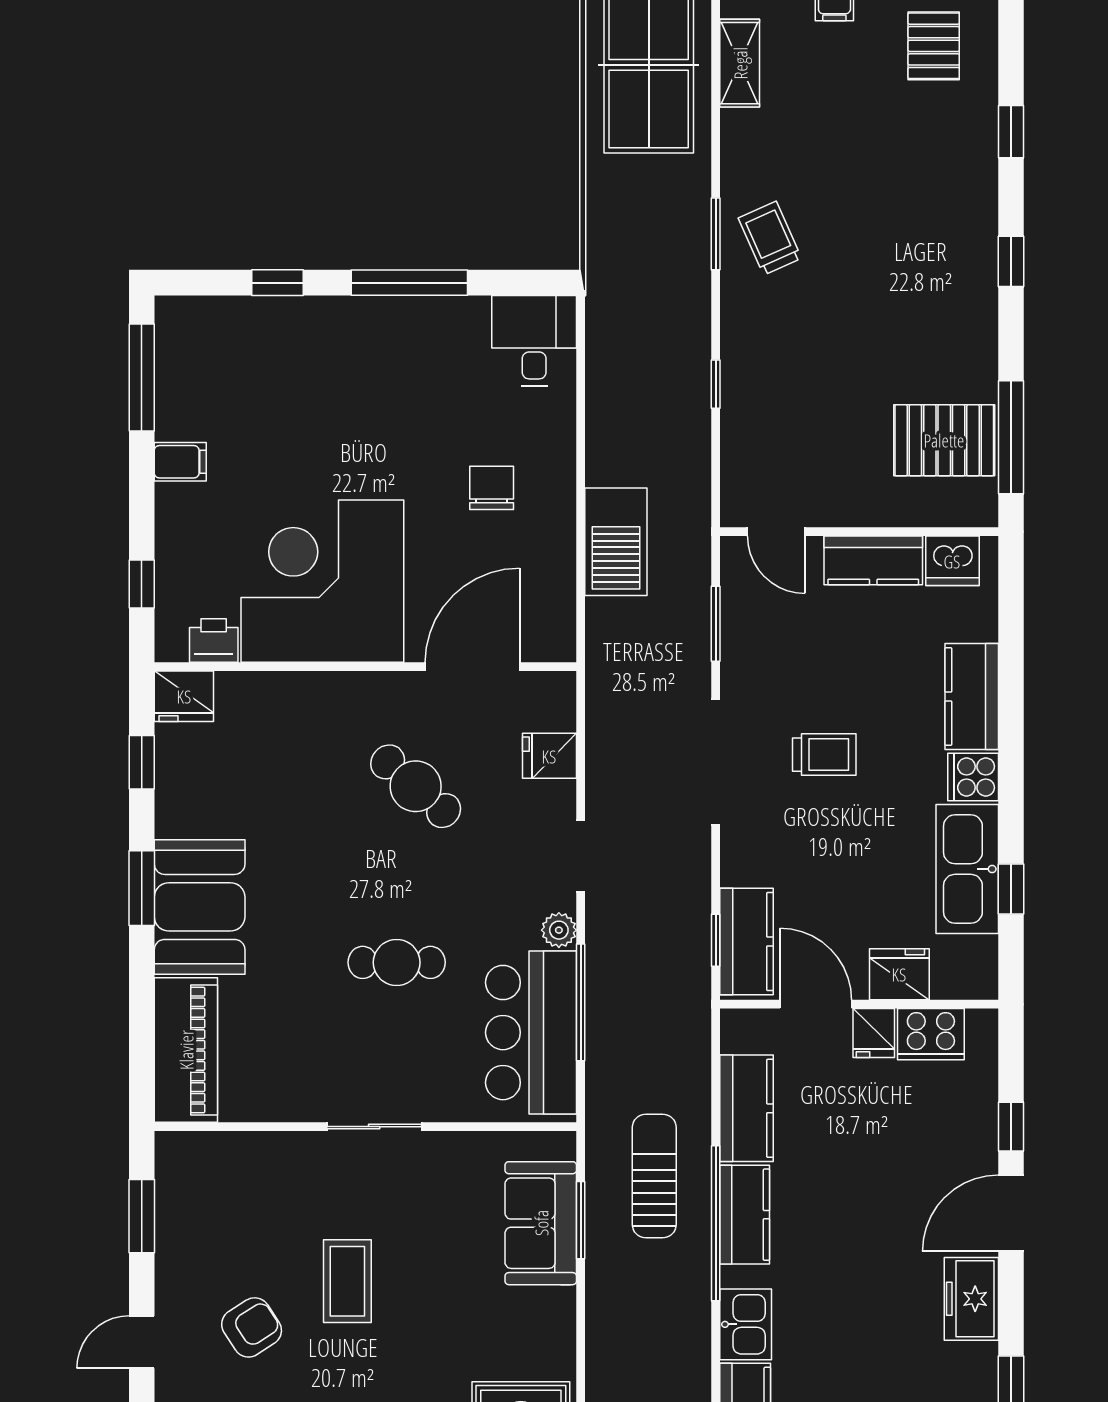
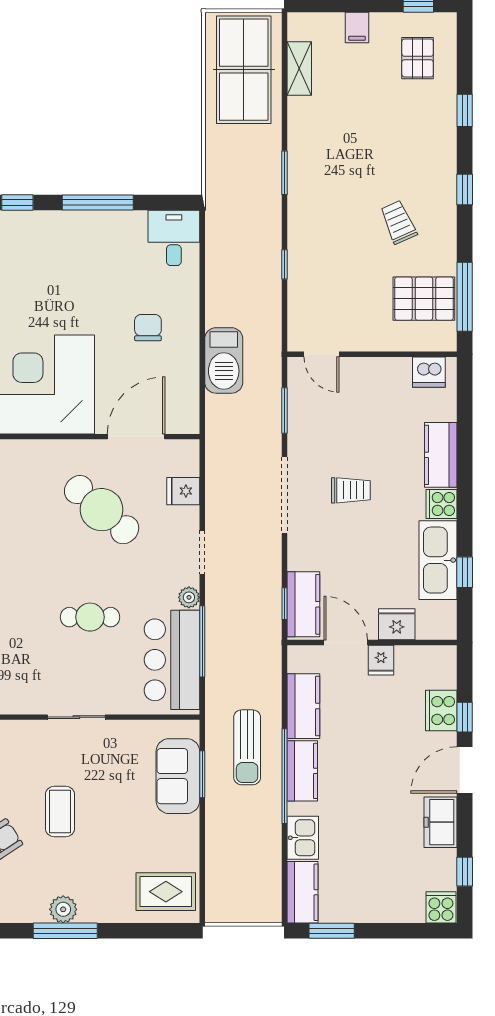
trolley: (770, 238) -> (398, 222), moved
kitchen counter: (873, 560) -> (381, 372), removed
cafe table: (416, 786) -> (102, 510), width x1.37, depth x1.35
cooker: (931, 1034) -> (441, 711), moved, turned 90
sun lounger: (654, 1176) -> (247, 747), turned 180

